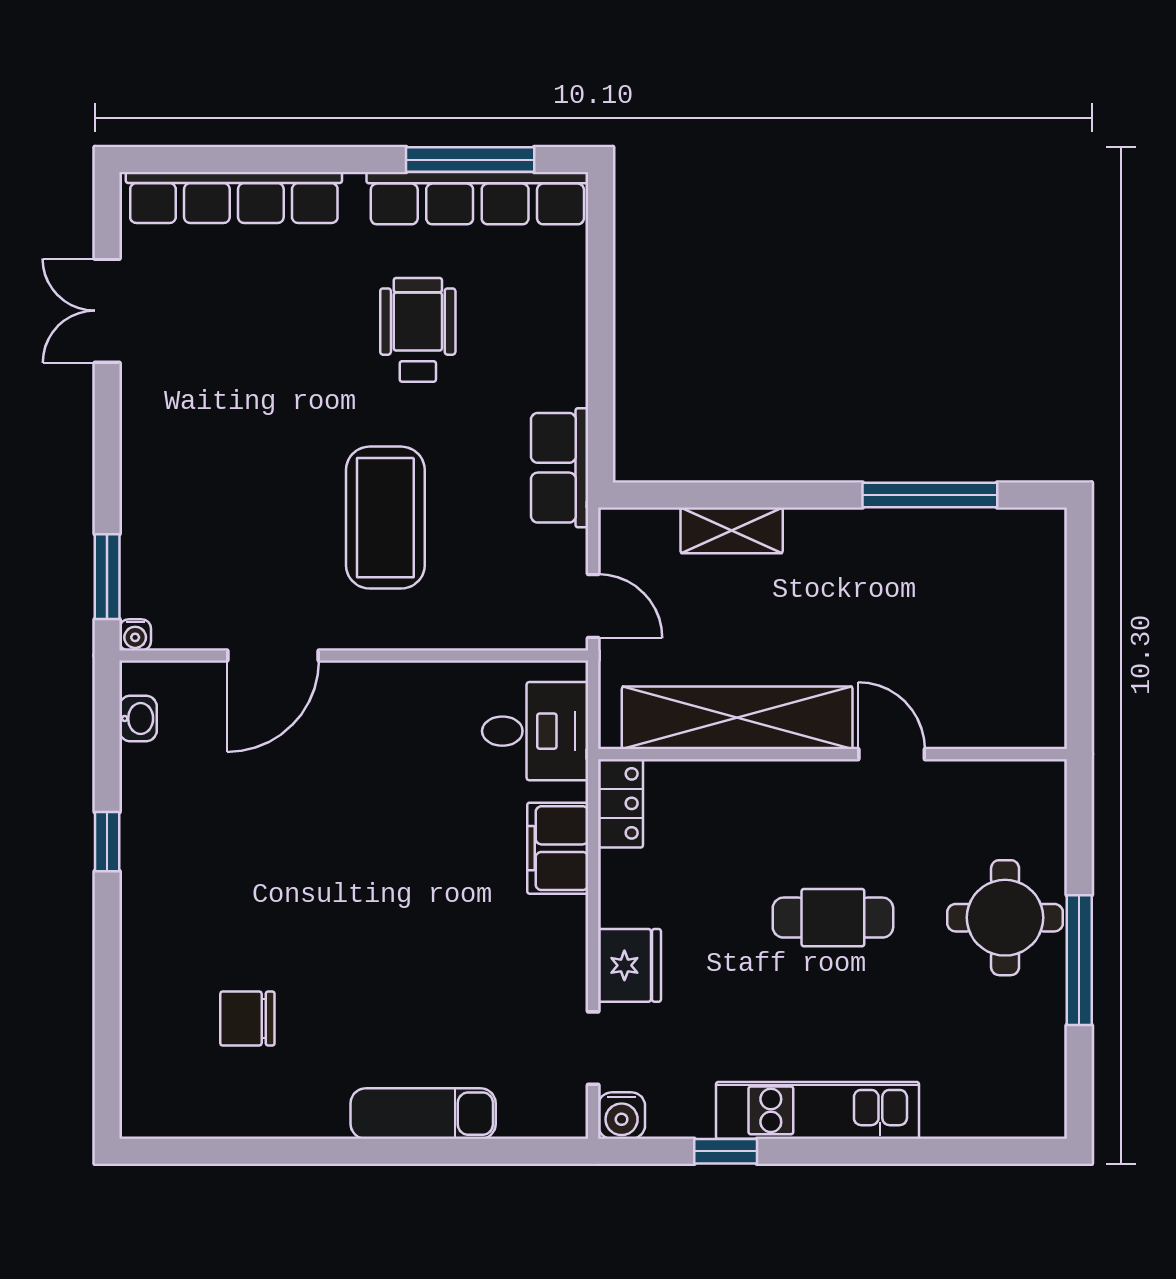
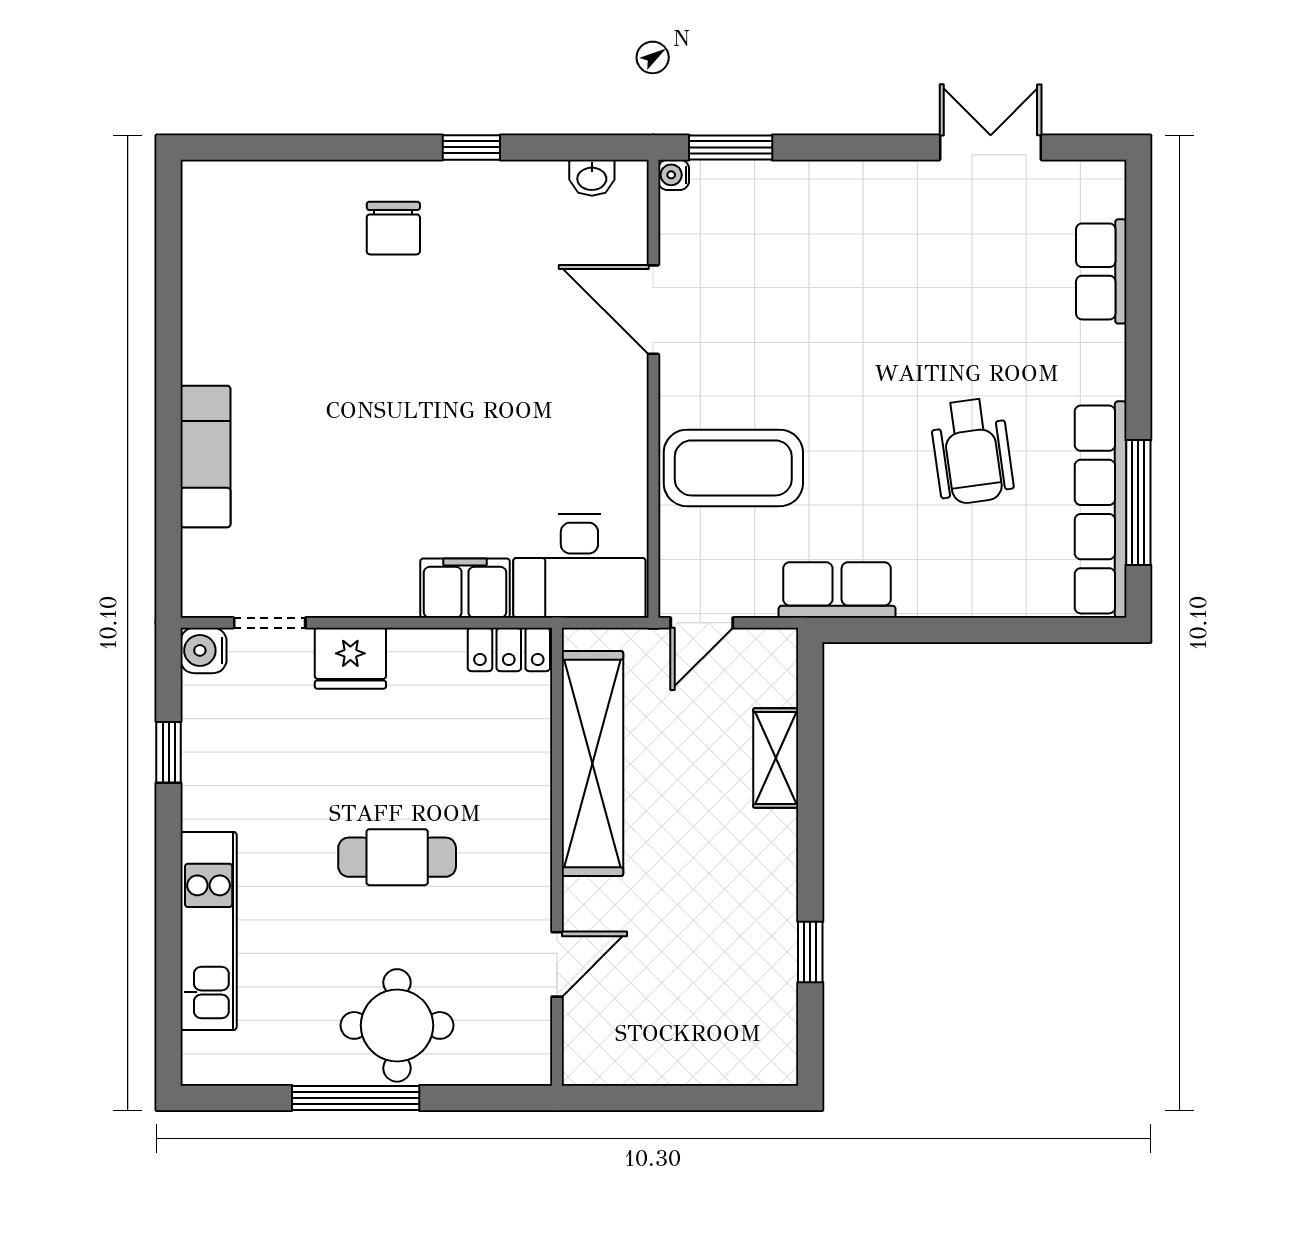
row of seats: (234, 197) -> (1101, 271), width x0.50
wheelchair: (418, 330) -> (972, 451), turned 82
window: (930, 495) -> (810, 952), width x0.46
coffee table: (385, 518) -> (733, 468), moved
desk: (535, 731) -> (579, 566), width x1.37
door: (892, 754) -> (557, 964), moved
cafe table: (833, 918) -> (397, 857), turned 90
chair: (247, 1018) -> (393, 228), moved, turned 180
kitchen unit: (817, 1110) -> (209, 931), moved

